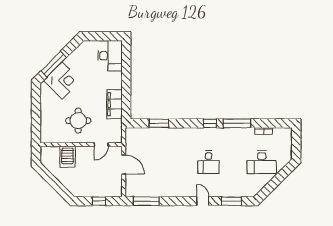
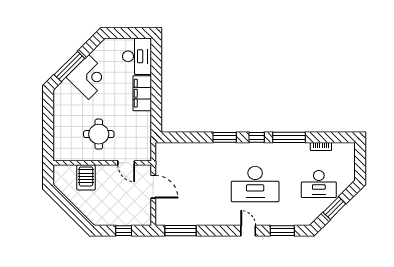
corner desk: (62, 81) -> (89, 77), moved
filing cabinet: (114, 104) -> (142, 93), moved
window: (159, 123) -> (225, 137), moved
door: (101, 145) -> (126, 163), hinge flipped
desk: (209, 162) -> (255, 184), width x1.87, depth x1.30
window: (275, 182) -> (334, 208), added

